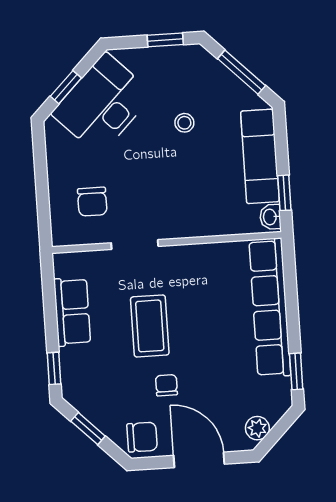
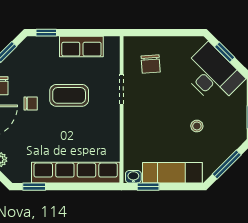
chair: (92, 202) -> (151, 64), turned -94

